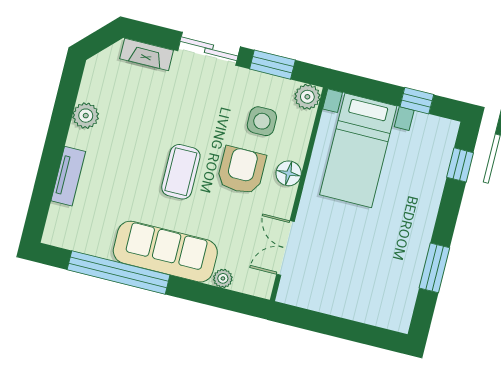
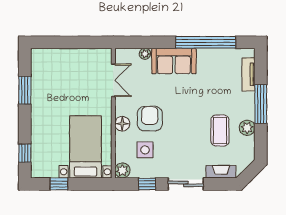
window: (272, 65) -> (147, 184), width x0.67
window: (54, 149) -> (261, 104), added
armchair: (241, 170) -> (150, 119), turned 180
coffee table: (181, 172) -> (220, 130), moved
tv unit: (68, 176) -> (248, 74), moved
sofa: (165, 252) -> (174, 61), width x0.73

